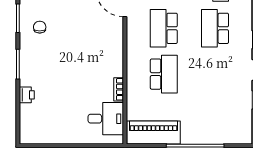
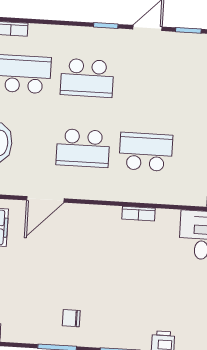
bookcase: (119, 89) -> (139, 214), moved

